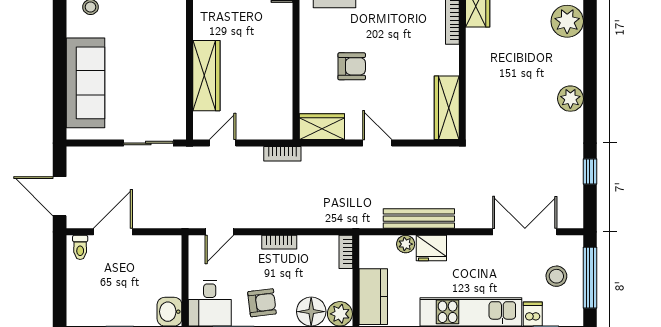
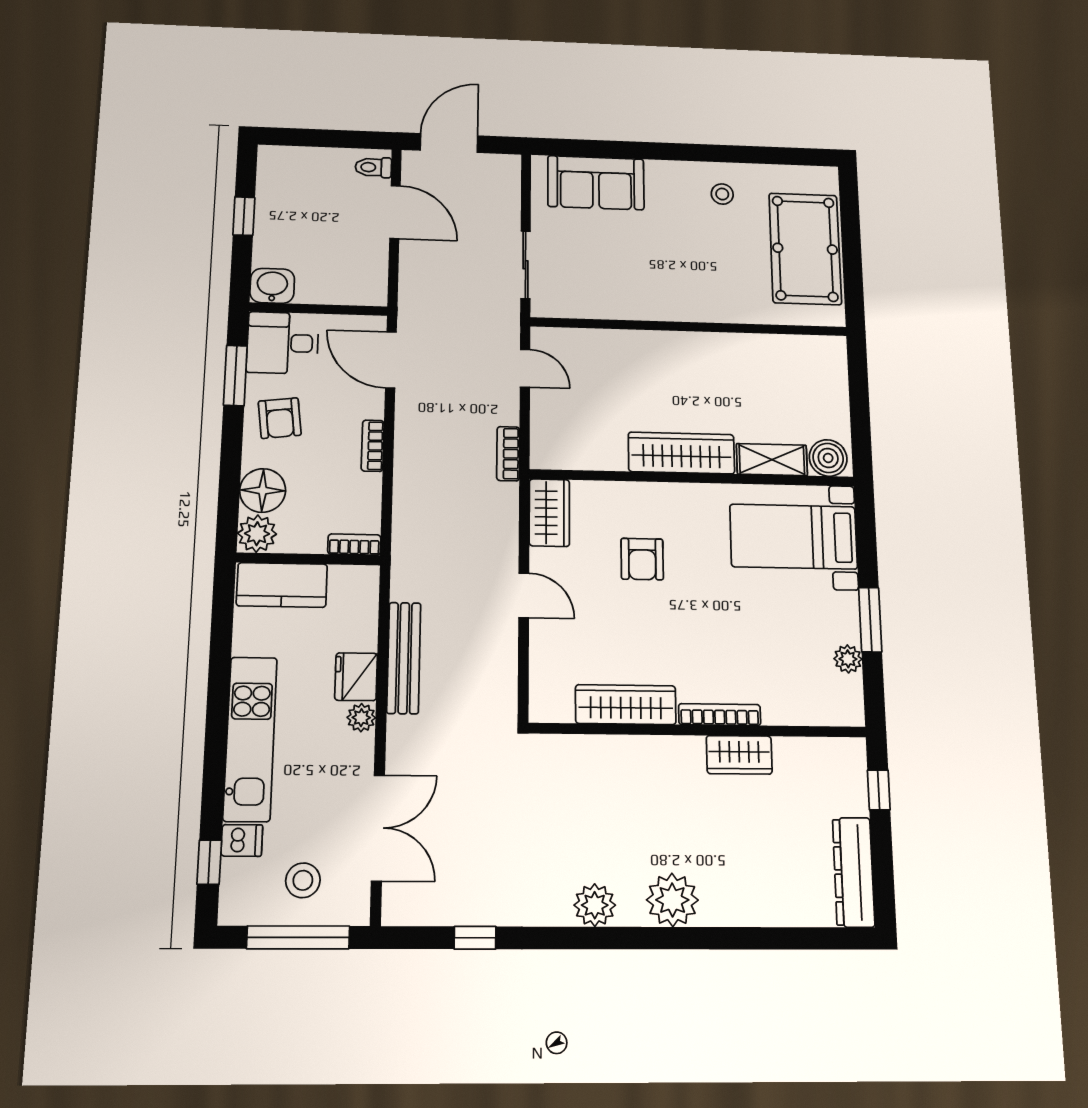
plant: (567, 21) -> (672, 900), moved
wardrobe: (206, 76) -> (681, 453), moved, turned 180
sofa: (85, 83) -> (596, 183), width x0.73
wardrobe: (447, 108) -> (626, 705), moved
door: (377, 143) -> (524, 595), hinge flipped
door: (219, 232) -> (391, 360), width x1.38
plant: (406, 244) -> (361, 718), moved

